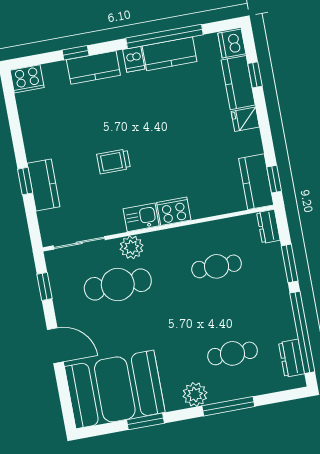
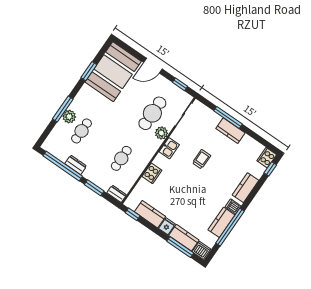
window: (76, 53) -> (270, 169), moved
window: (255, 75) -> (180, 247), width x2.17
window: (25, 181) -> (228, 117), width x2.17
kitchen counter: (256, 182) -> (150, 214), moved
kitchen counter: (44, 185) -> (230, 131), moved
cooker: (174, 211) -> (152, 173), moved
dresser: (292, 358) -> (76, 165), moved
plant: (195, 394) -> (69, 117), moved

